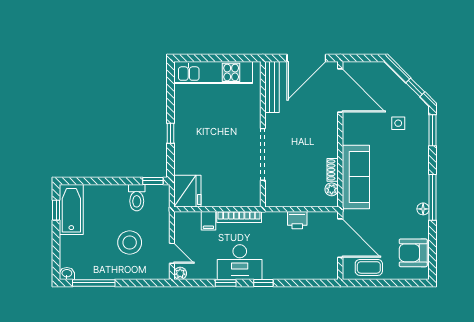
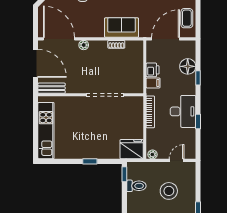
bench: (272, 87) -> (52, 88), width x0.73
door: (340, 90) -> (59, 39), hinge flipped
sofa: (356, 177) -> (121, 28), width x0.73
plant: (332, 189) -> (84, 45), moved
filing cabinet: (208, 221) -> (153, 83), moved
floor lamp: (302, 269) -> (188, 66), added
plant: (180, 273) -> (152, 154), moved
window: (263, 283) -> (198, 78), moved

